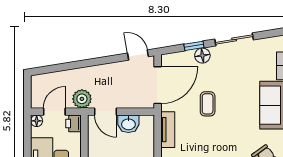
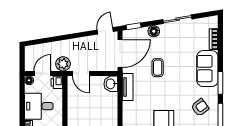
window: (194, 46) -> (134, 26), moved
door: (138, 55) -> (105, 31), hinge flipped
washbasin: (128, 124) -> (111, 84), moved, turned 90

